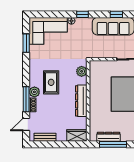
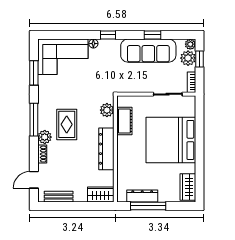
cot: (95, 80) -> (124, 121), added
window: (26, 99) -> (34, 120), moved

